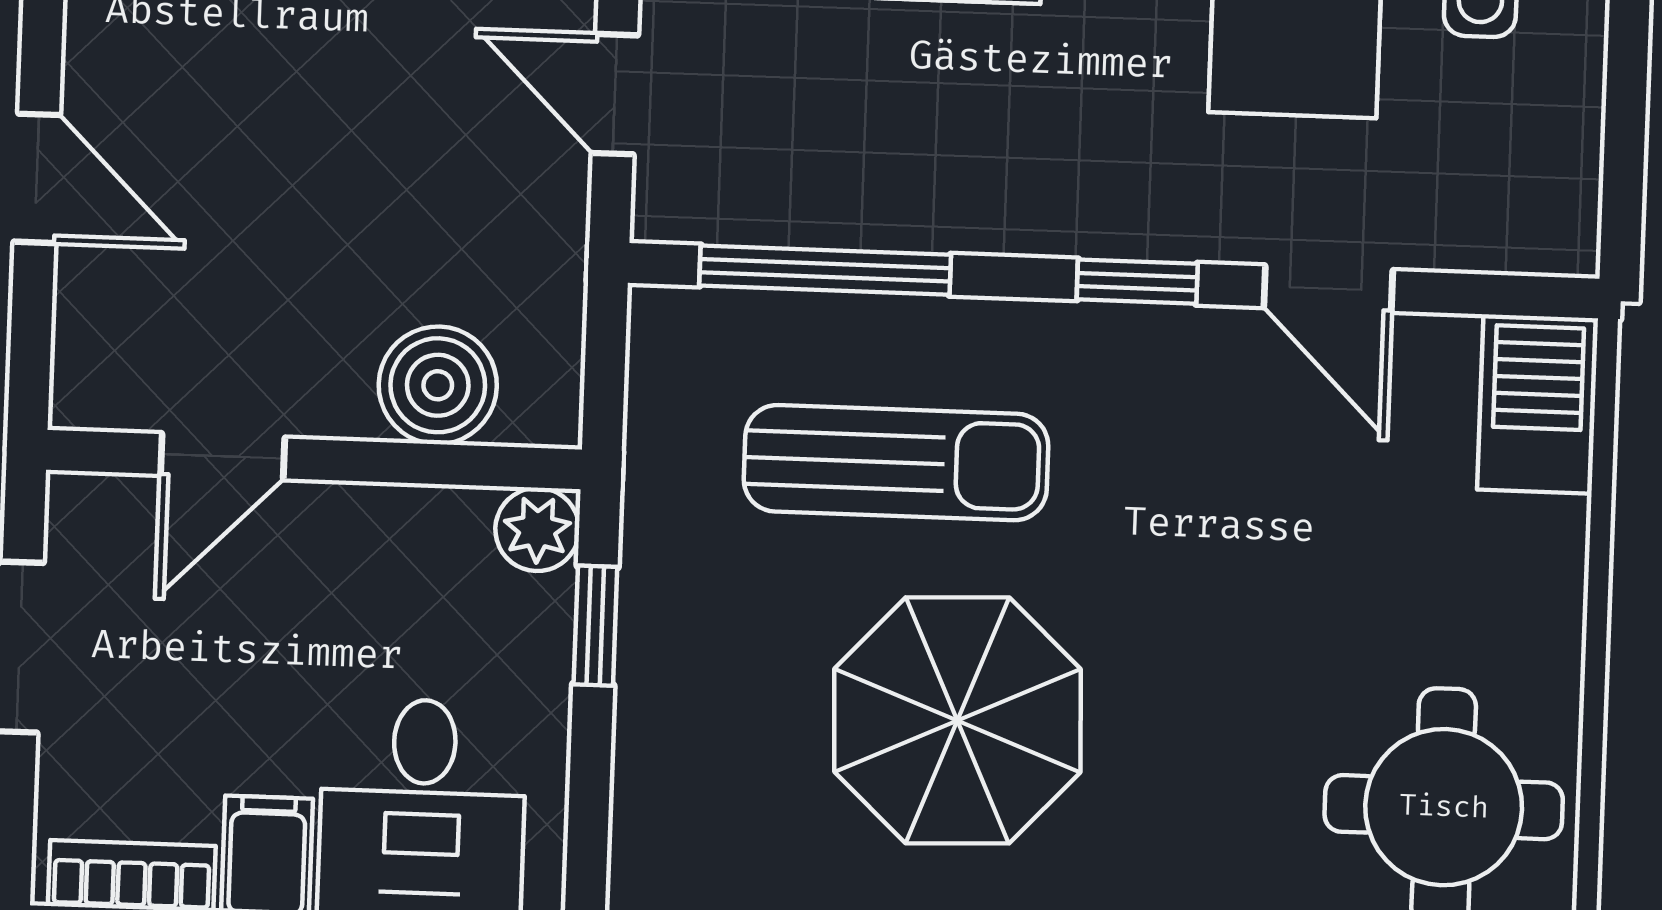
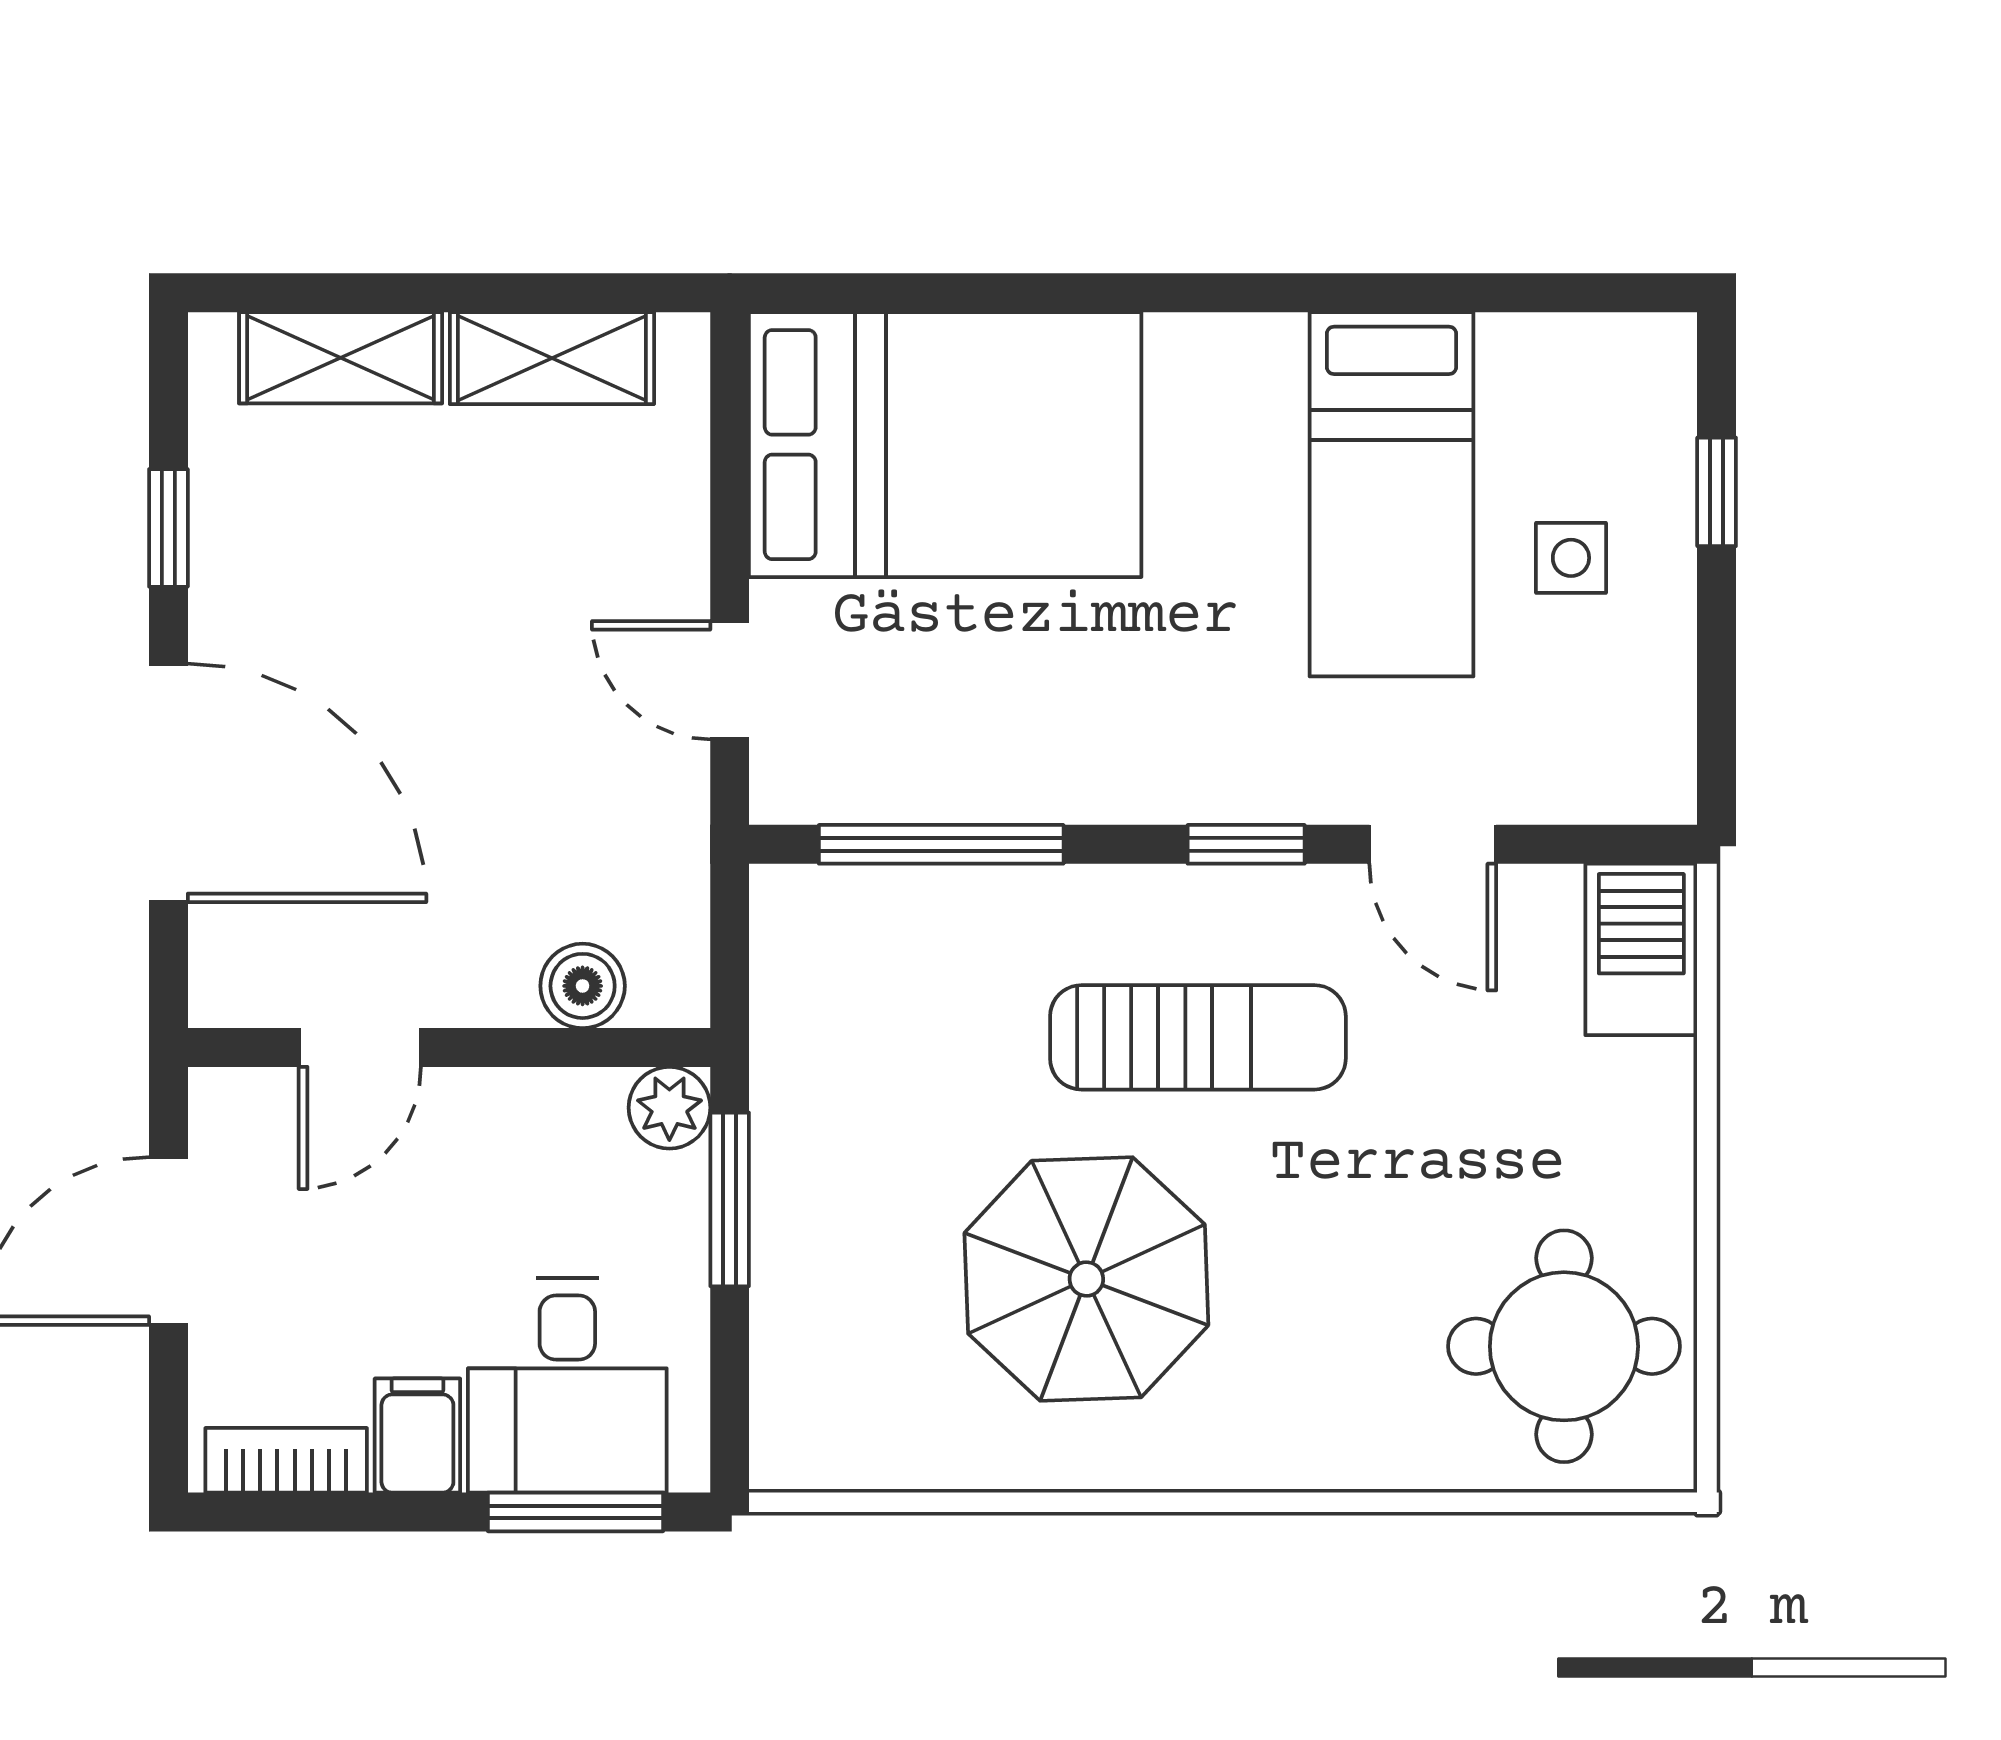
door: (37, 178) -> (168, 783), width x1.87
boiler: (438, 385) -> (583, 986), width x0.73, depth x0.73
sun lounger: (896, 463) -> (1198, 1037), moved
window: (595, 626) -> (730, 1199), width x1.50

